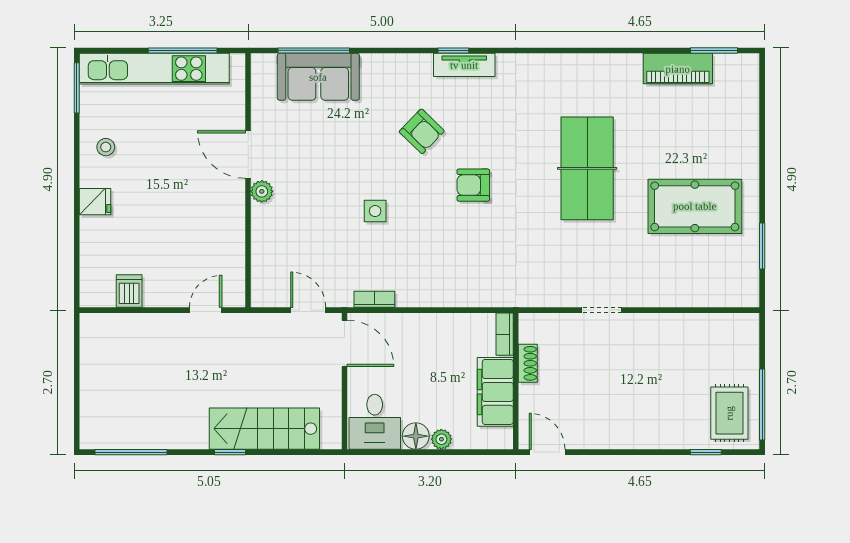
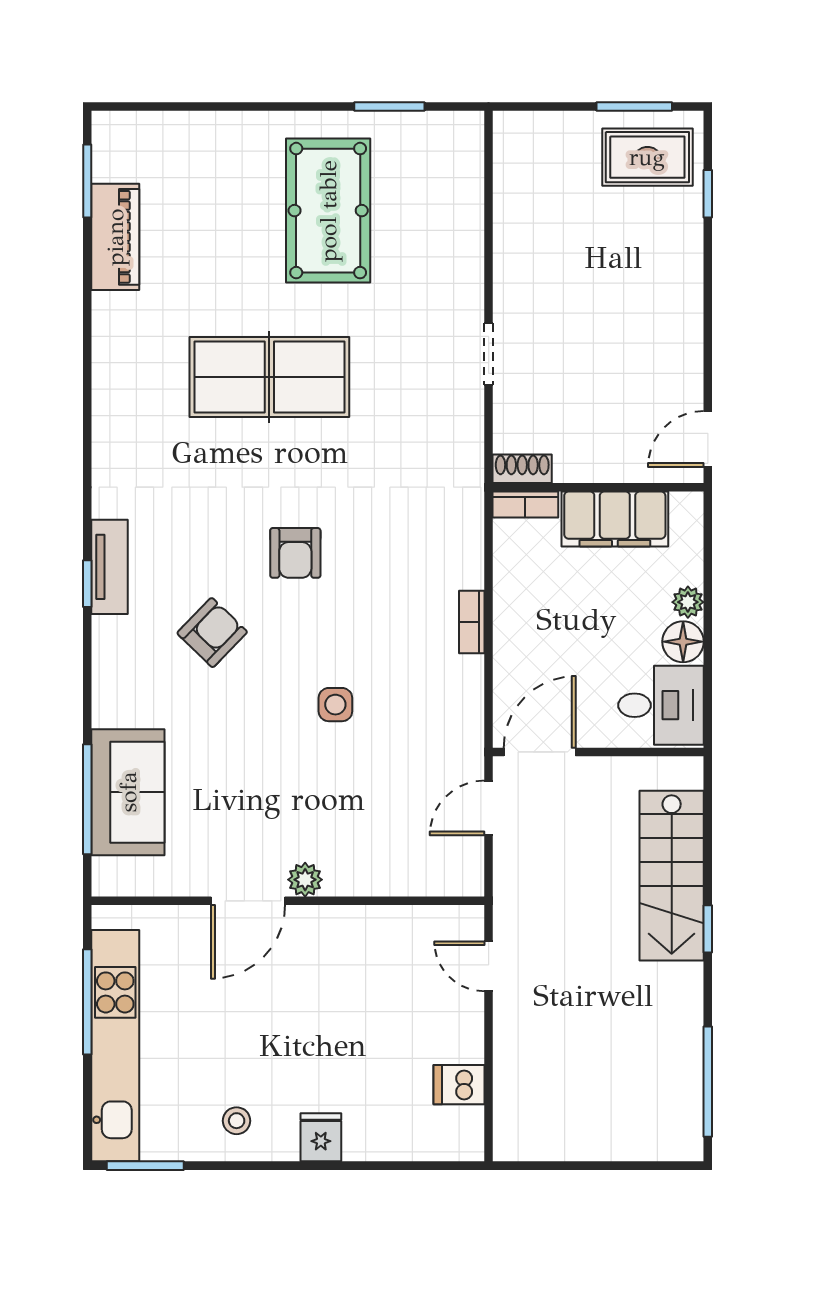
bookcase: (374, 299) -> (472, 622), moved
shoe rack: (528, 363) -> (522, 469), moved
window: (762, 404) -> (634, 107), width x0.69

